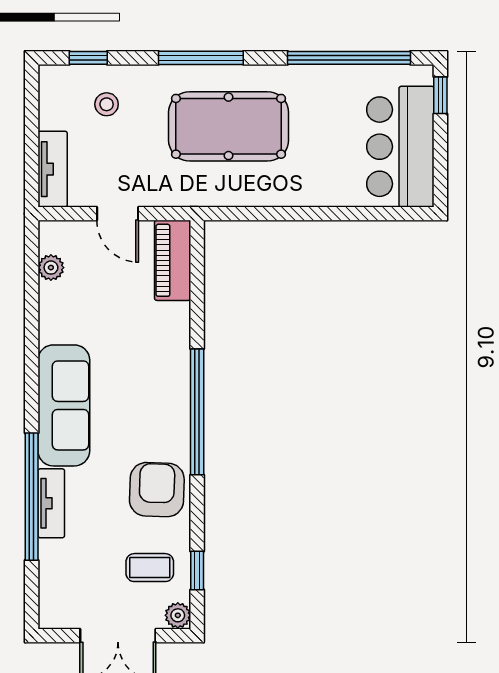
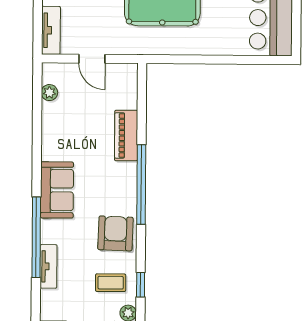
piano: (173, 260) -> (126, 136), moved
sofa: (64, 405) -> (57, 190), width x0.73
tv unit: (51, 503) -> (48, 266), moved

